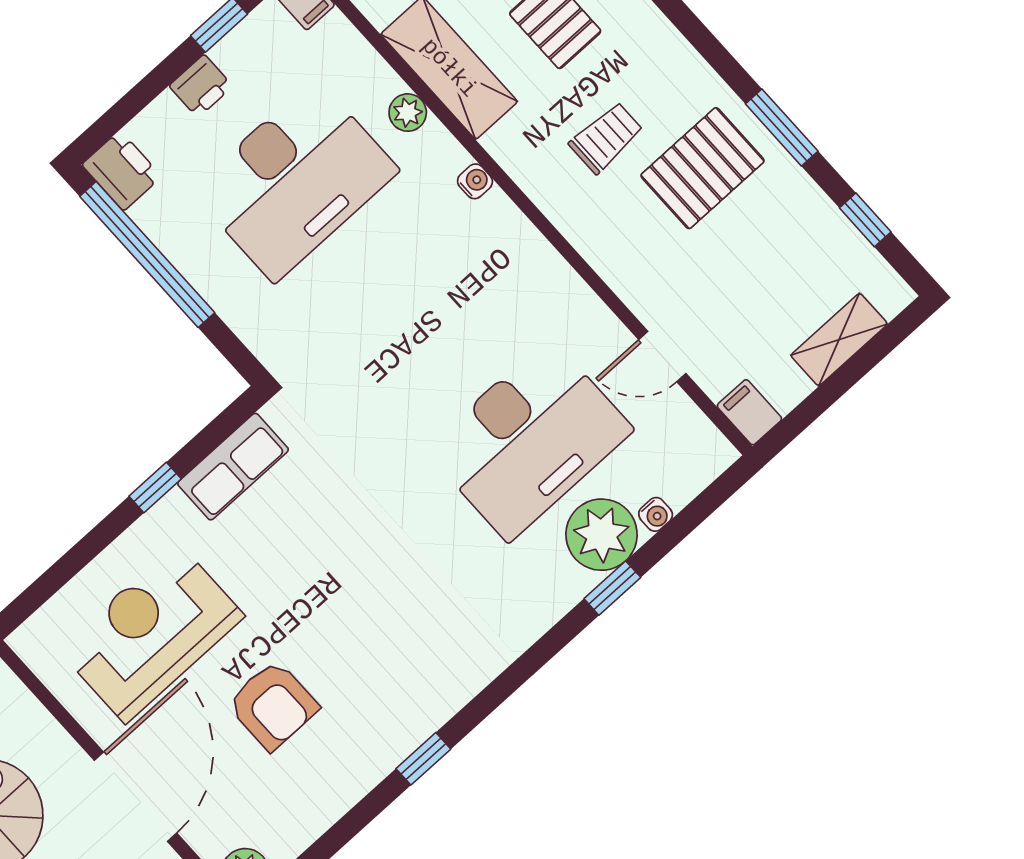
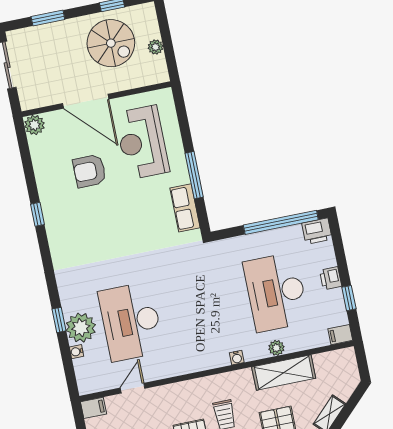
window: (155, 487) -> (194, 175), width x2.17
reception desk: (151, 633) -> (142, 142), turned 180

